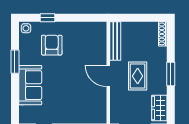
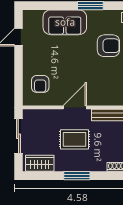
armchair: (87, 108) -> (40, 84), added

